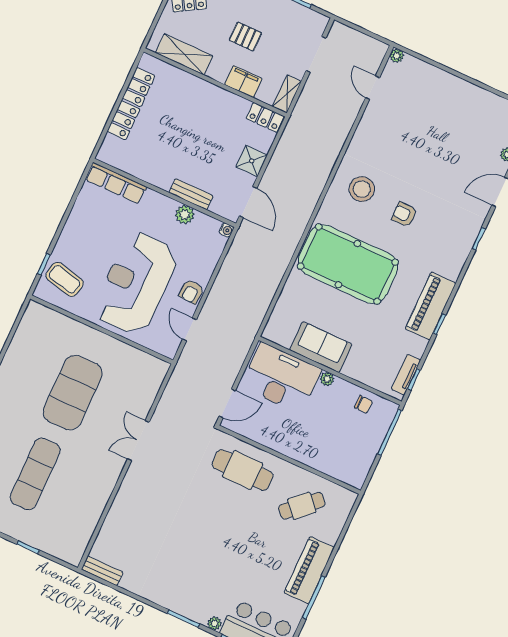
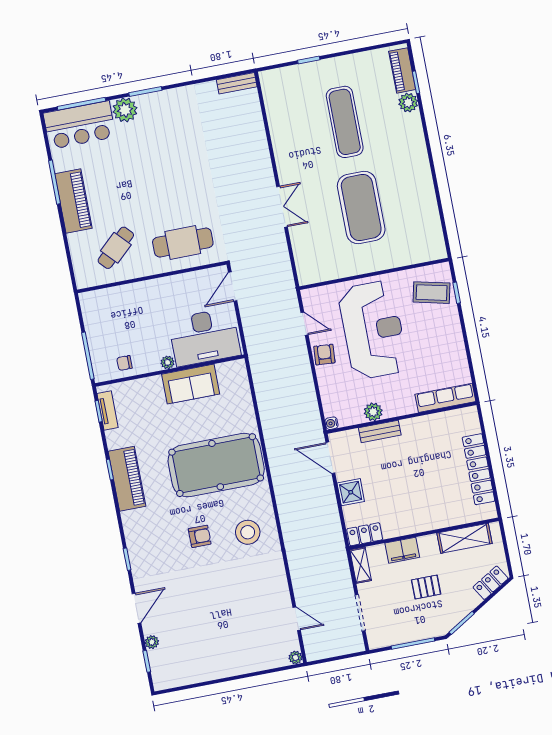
plant: (214, 623) -> (125, 110), width x1.87, depth x1.87

